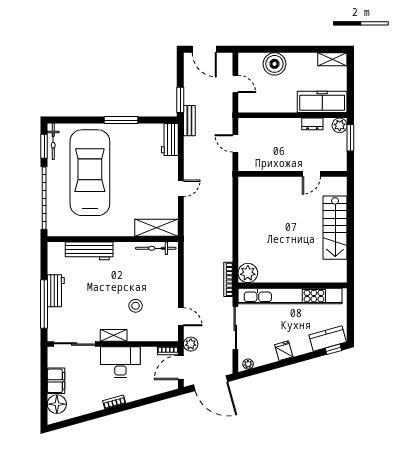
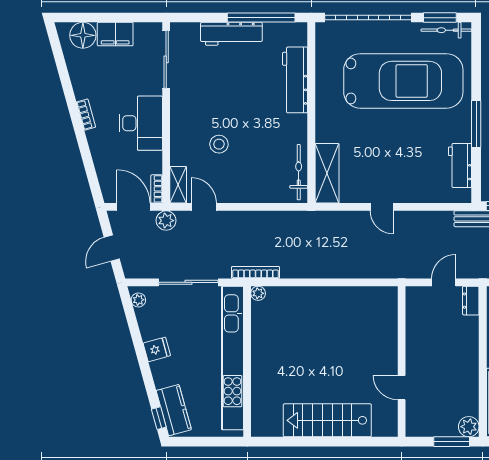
dresser: (312, 124) -> (471, 301), moved
workbench: (170, 139) -> (460, 166), moved, turned -90
plant: (248, 273) -> (258, 293), width x0.53, depth x0.53
workbench: (56, 291) -> (231, 34), width x1.38
window: (44, 304) -> (261, 18), moved
door: (181, 317) -> (204, 207), swing flipped
shelving: (114, 335) -> (178, 185), moved
door: (211, 383) -> (112, 248), width x0.53

